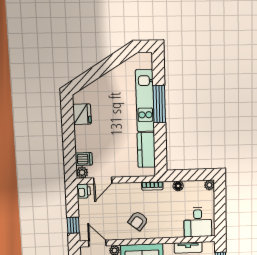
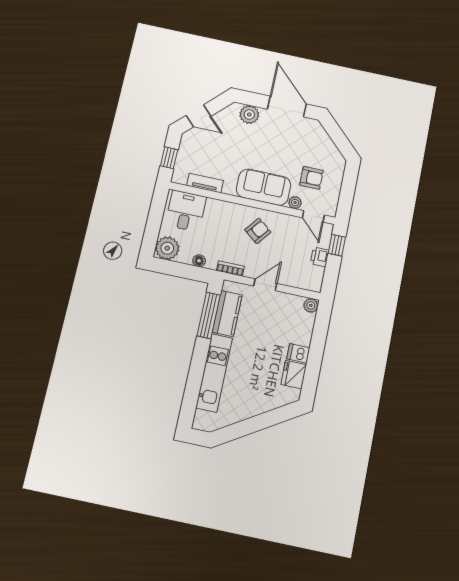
window: (159, 104) -> (209, 315), moved
dishwasher: (84, 159) -> (298, 353), moved
door: (103, 181) -> (265, 285), moved
plant: (209, 185) -> (167, 248), width x1.88, depth x1.88
printer: (84, 191) -> (320, 257), moved

